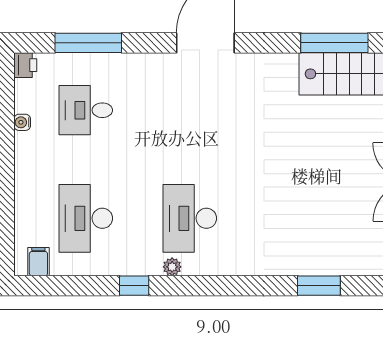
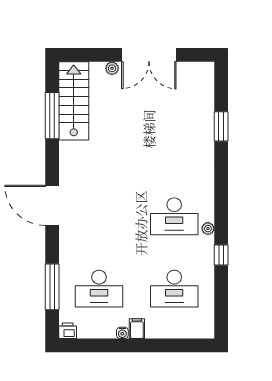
desk: (86, 110) -> (99, 289), width x1.37
water cooler: (22, 122) -> (122, 333), moved
filing cabinet: (38, 262) -> (137, 329), moved, turned 90

